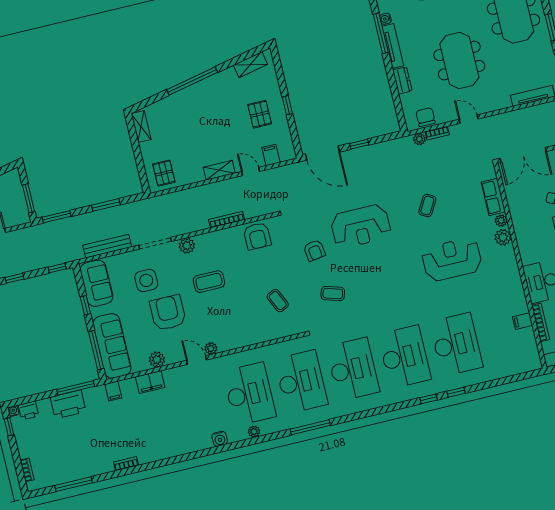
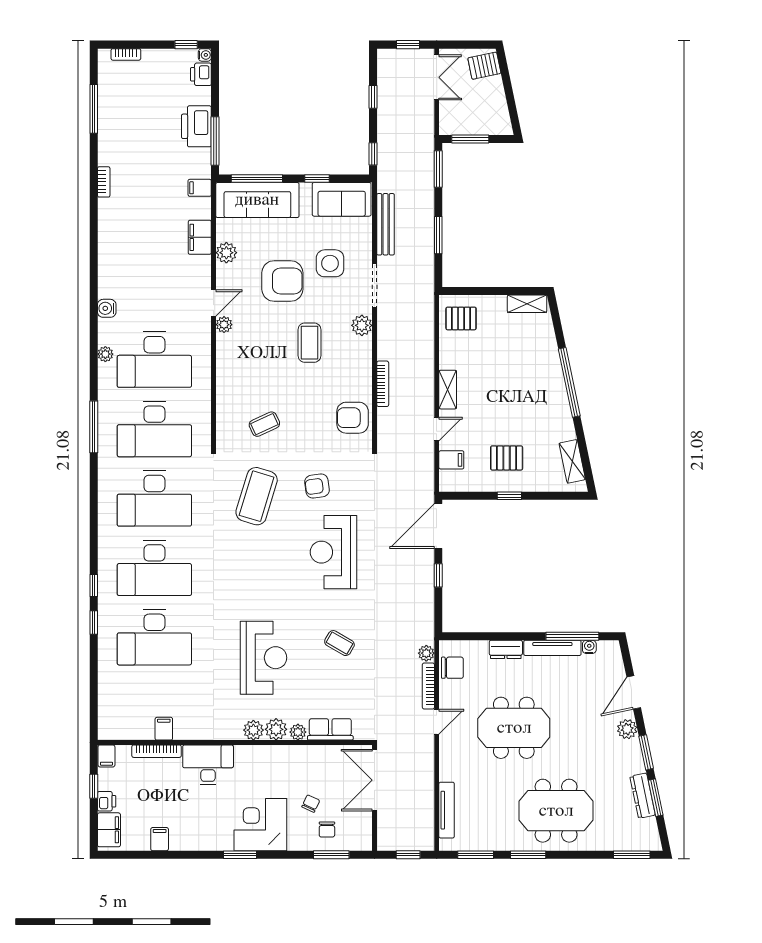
bookcase: (437, 133) -> (428, 686), width x1.56
plant: (508, 254) -> (253, 730), added
coffee table: (333, 294) -> (257, 496), width x1.86, depth x1.72

